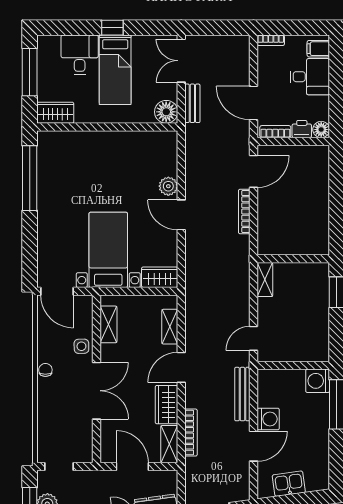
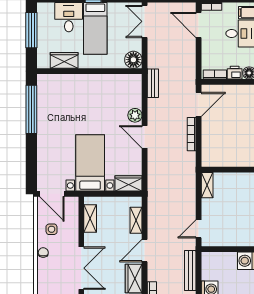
bench: (192, 103) -> (153, 83), moved
door: (254, 103) -> (199, 25), moved
wardrobe: (55, 113) -> (64, 60), moved
side table: (81, 346) -> (52, 229), moved

